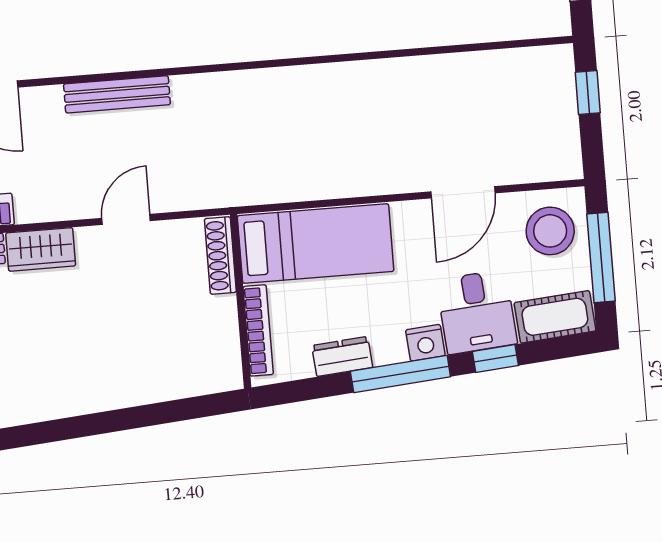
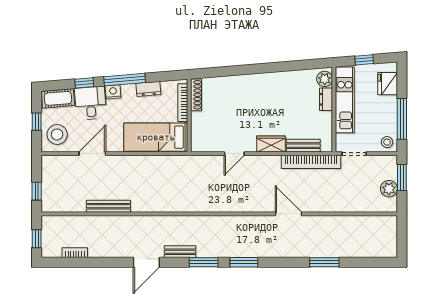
bench: (117, 94) -> (108, 206), moved
shoe rack: (220, 255) -> (196, 95), moved
window: (601, 257) -> (37, 122), width x0.46

